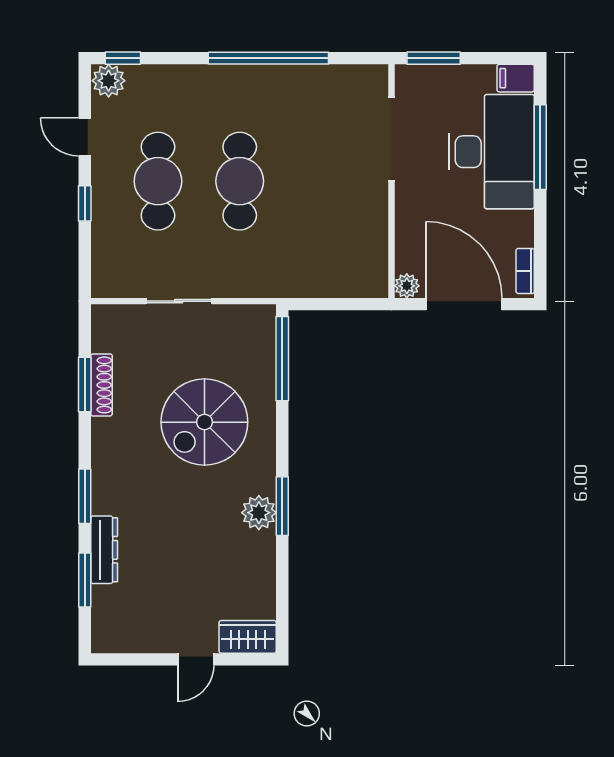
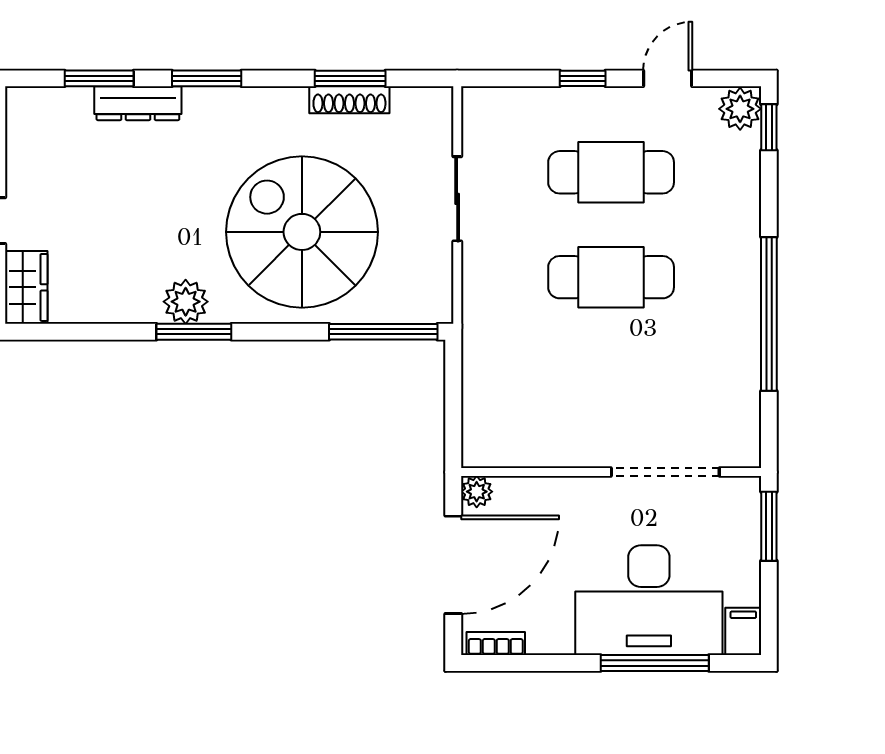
spiral stairs: (204, 422) -> (302, 232), width x1.37, depth x1.37

